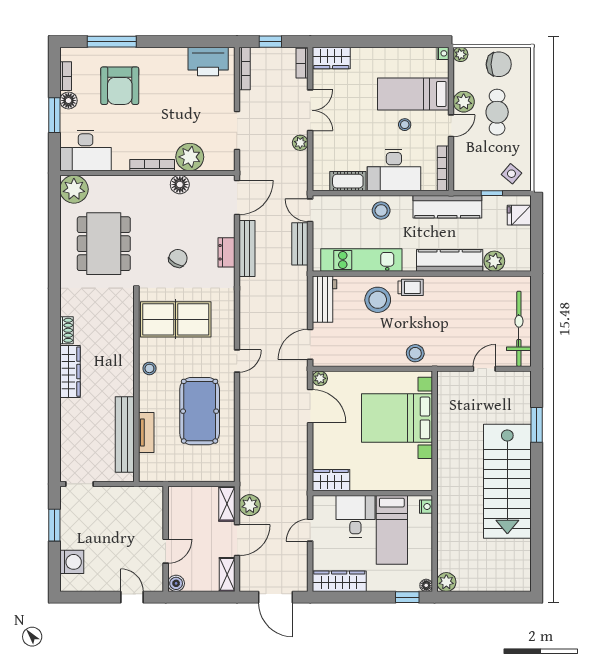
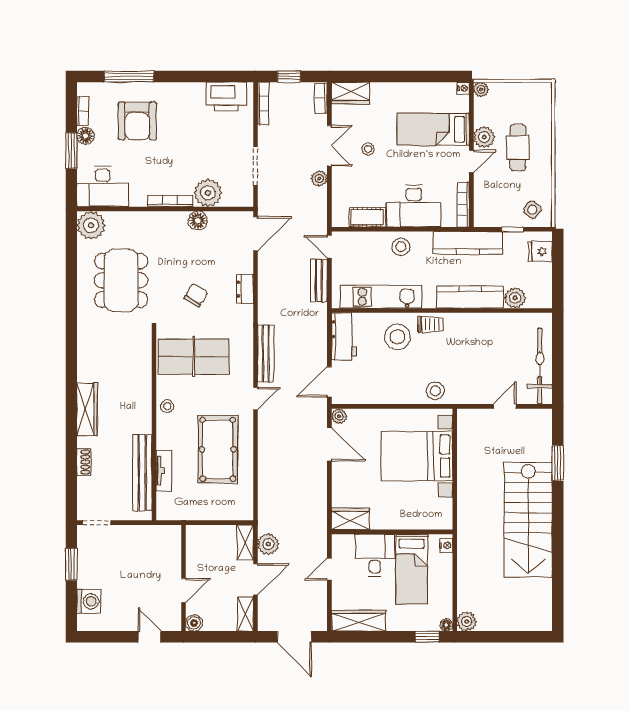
chair: (499, 64) -> (519, 99), removed
stool: (405, 125) -> (368, 149), moved
bench: (247, 249) -> (266, 354), moved
shoe rack: (67, 330) -> (84, 462), moved

